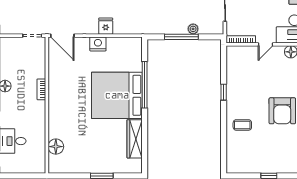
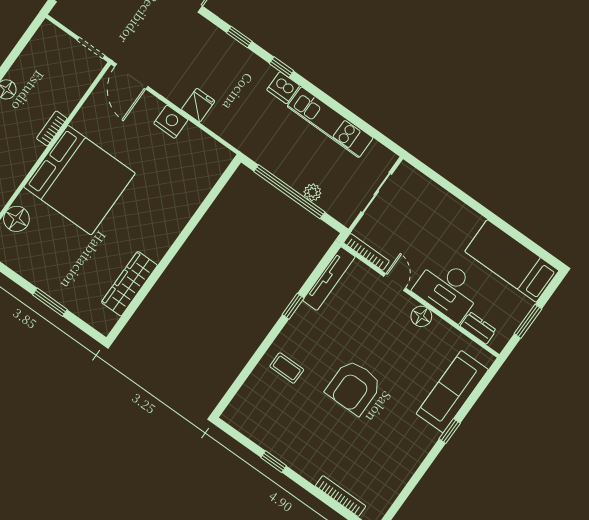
window: (181, 37) -> (289, 192), width x1.46
door: (265, 44) -> (395, 282), swing flipped
tv unit: (232, 66) -> (329, 279), added
window: (145, 85) -> (194, 221), removed
bed: (117, 95) -> (79, 180), moved, turned 180

